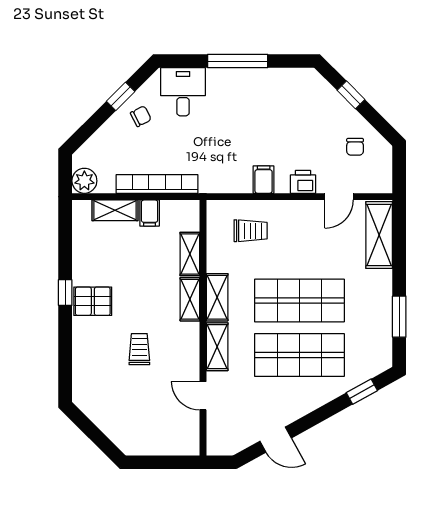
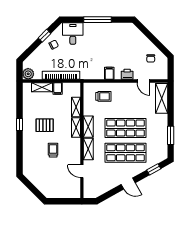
window: (351, 95) -> (149, 35), removed
door: (339, 197) -> (143, 81), hinge flipped
pallet: (93, 301) -> (45, 125), moved
door: (276, 440) -> (128, 184), moved

